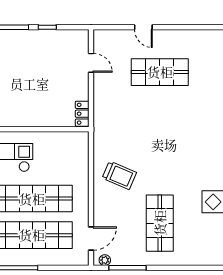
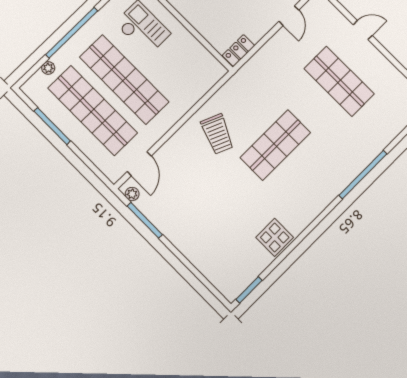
door: (143, 27) -> (363, 30), swing flipped
shop shelf: (160, 223) -> (275, 145), moved
door: (91, 239) -> (139, 164), hinge flipped

